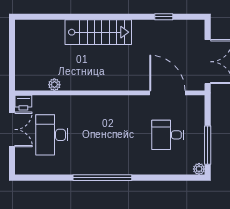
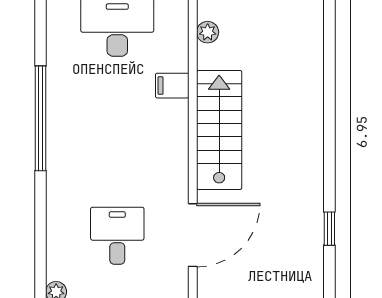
stairs: (98, 32) -> (219, 130), moved, turned 180
filing cabinet: (84, 104) -> (172, 86), added

